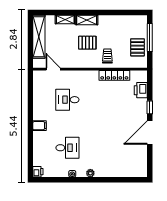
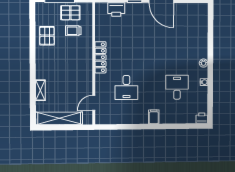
shelving: (87, 20) -> (41, 67), removed
pallet: (87, 43) -> (47, 36), moved
trolley: (107, 56) -> (73, 31), moved
locker: (114, 75) -> (100, 57), moved

